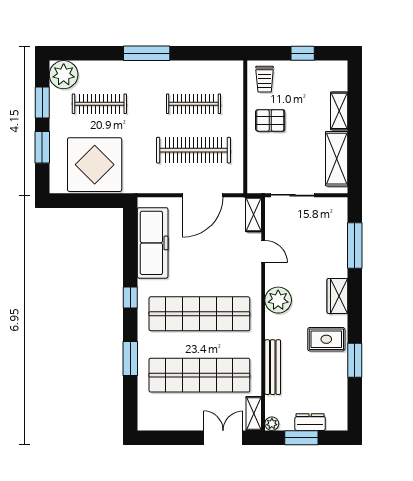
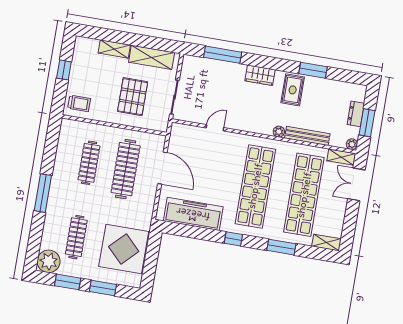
pallet: (270, 120) -> (133, 97), moved, width x1.50, depth x1.42
shelving: (254, 214) -> (326, 243), moved
plant: (278, 300) -> (279, 132), moved, width x0.53, depth x0.53

